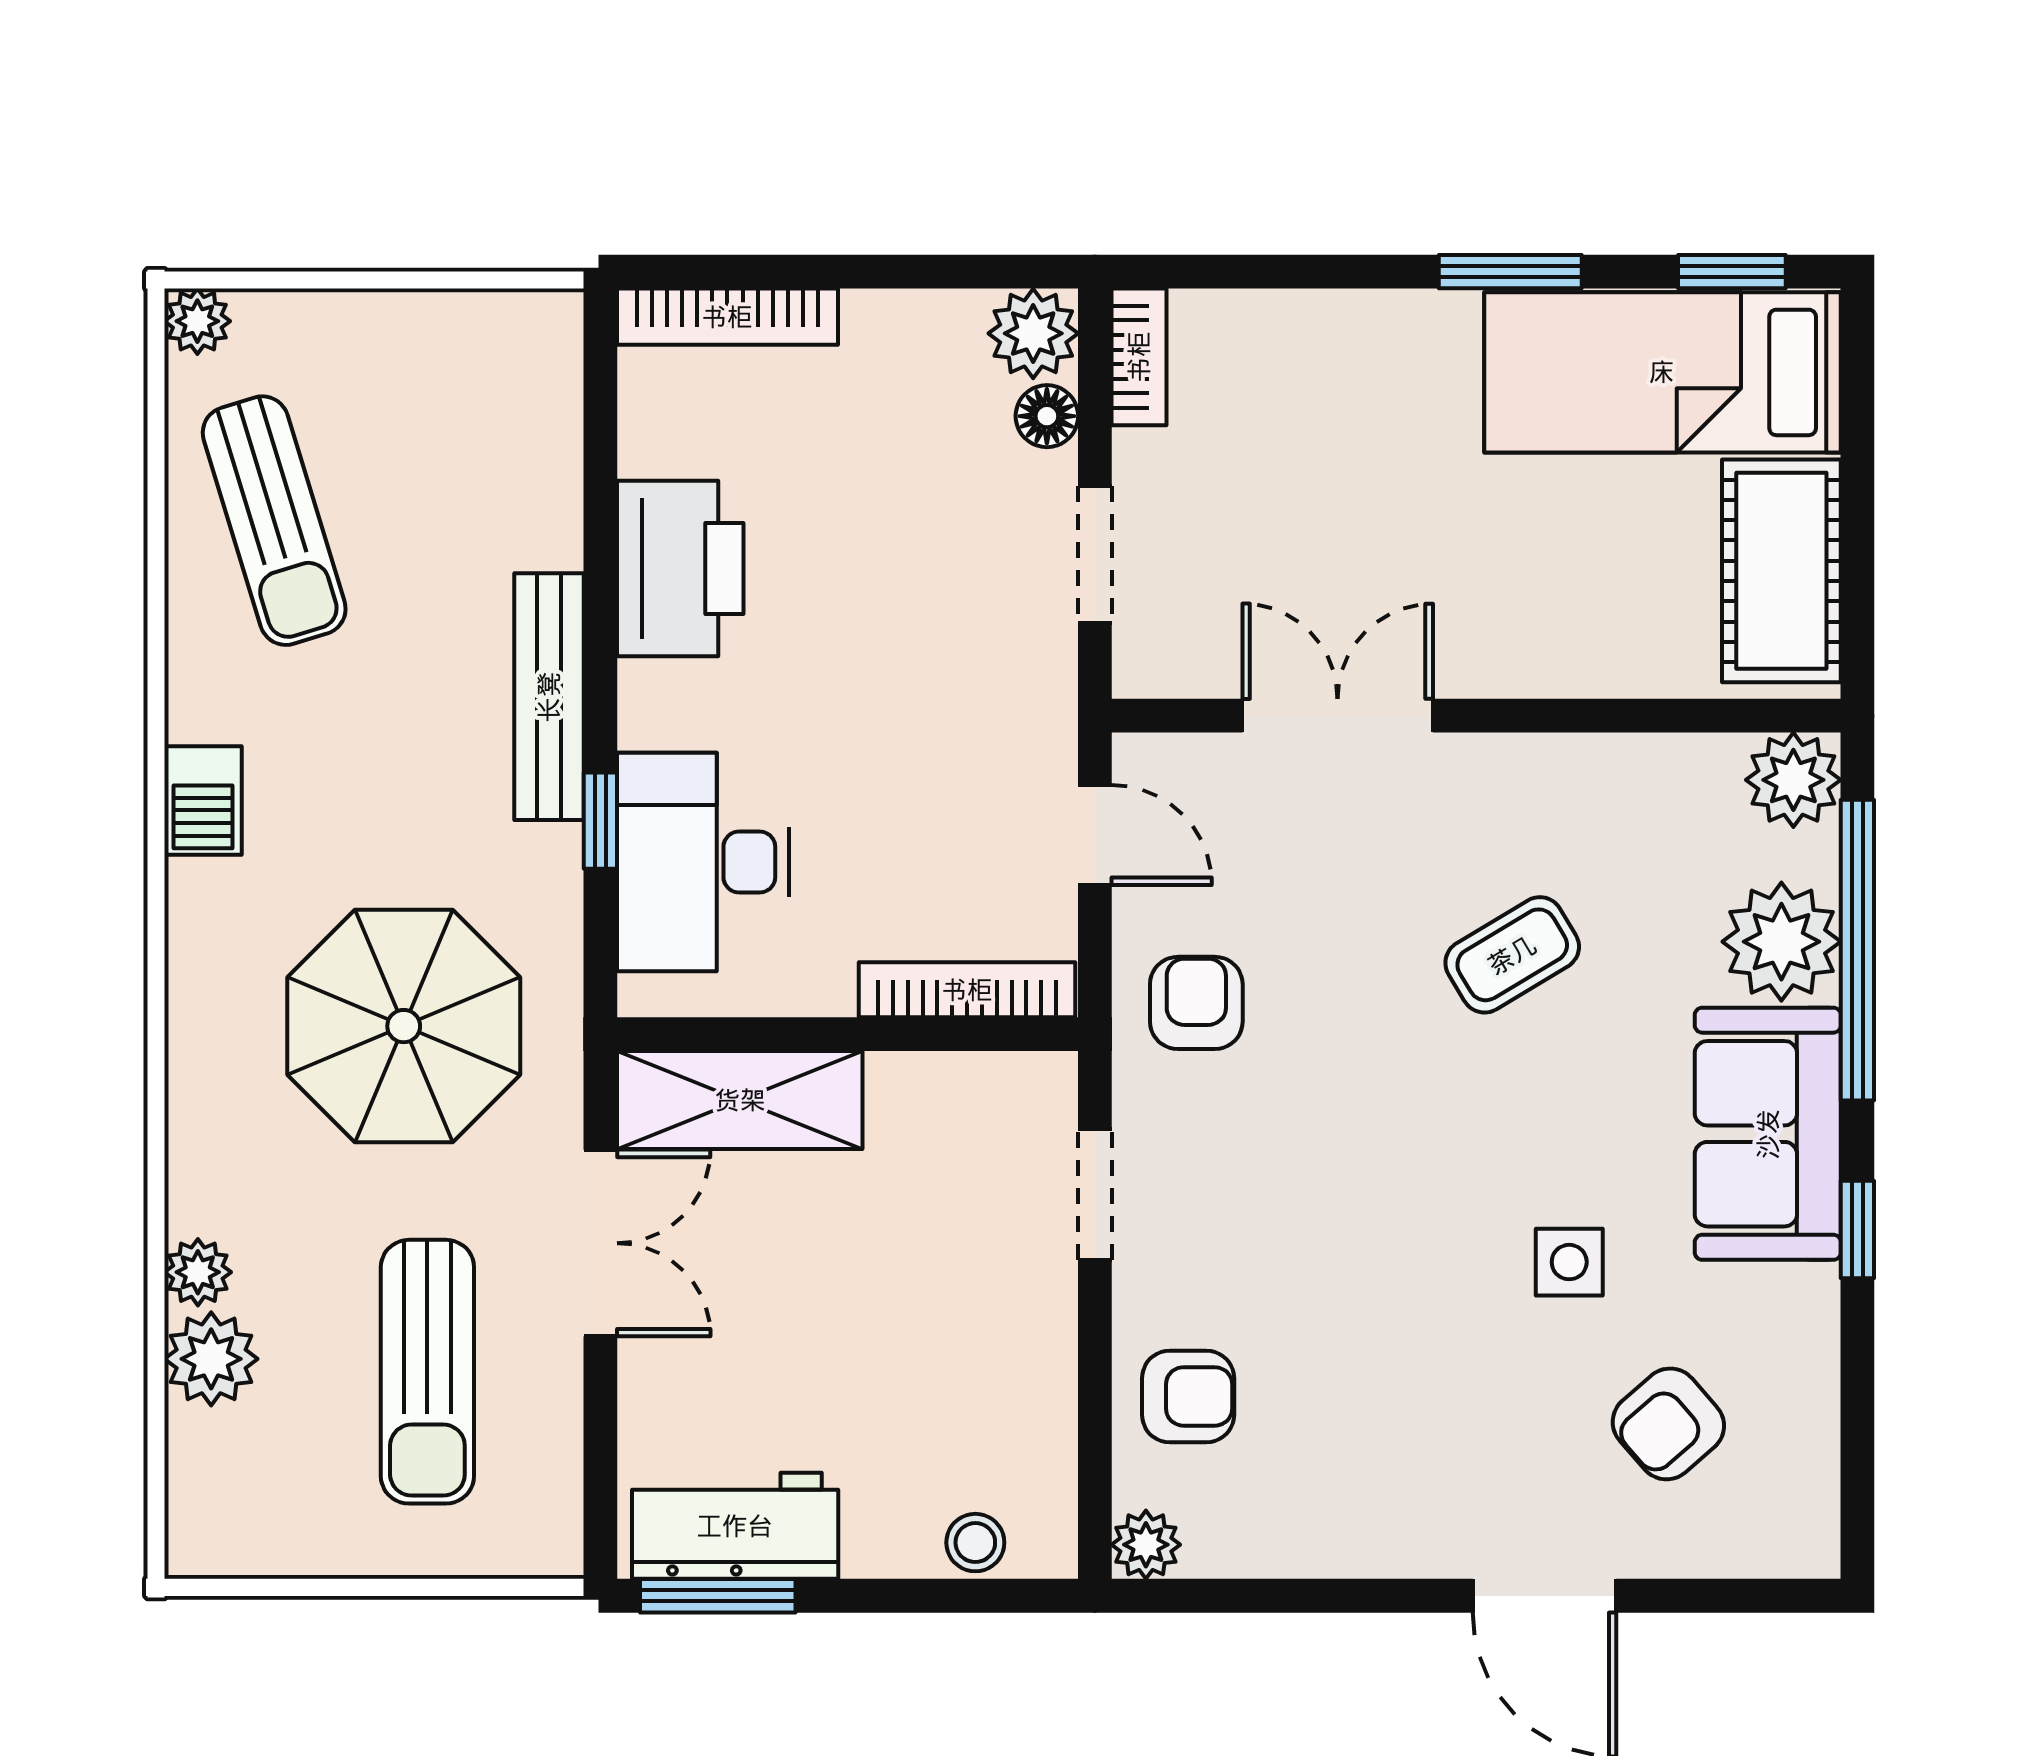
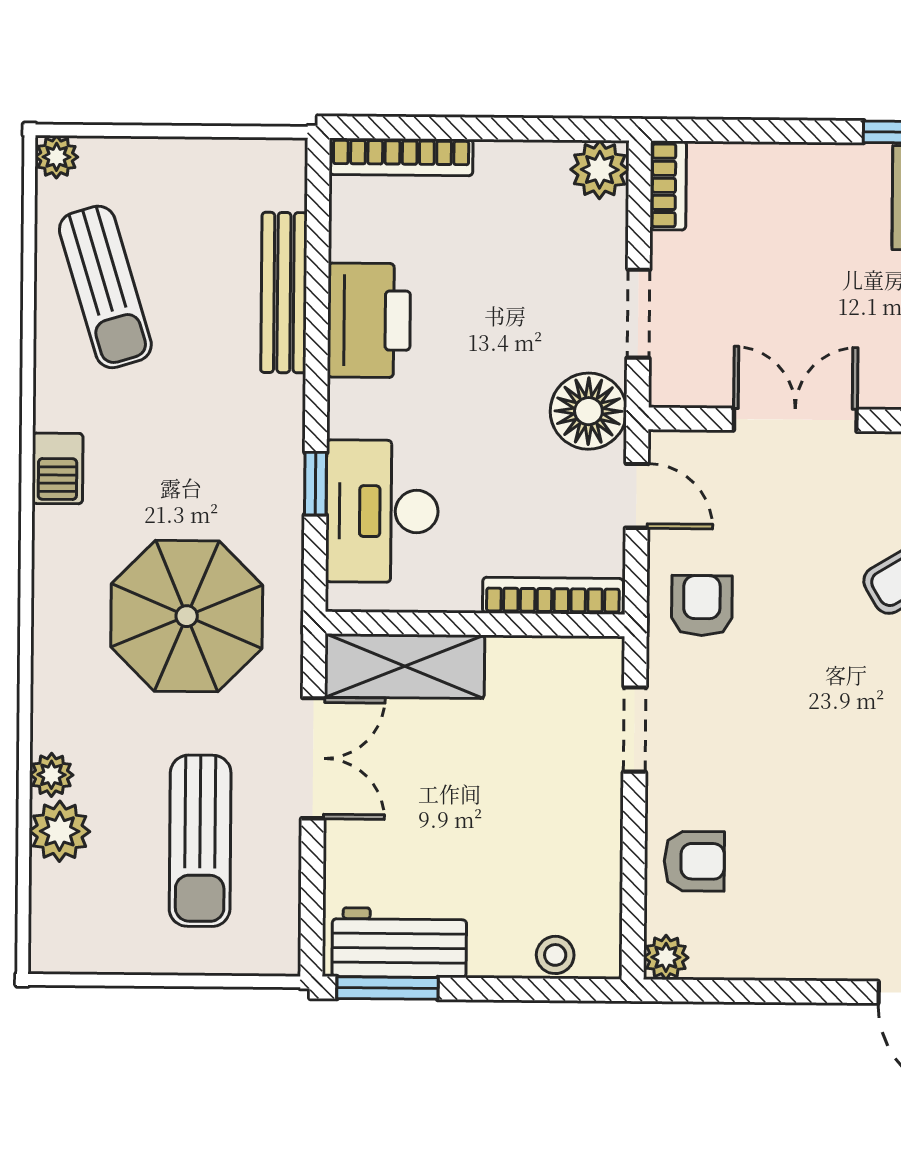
floor lamp: (1047, 416) -> (588, 411), moved, width x1.89, depth x1.89
bench: (549, 697) -> (284, 293), moved

